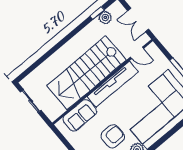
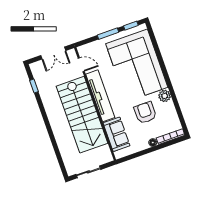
plant: (105, 18) -> (40, 81), removed
door: (137, 53) -> (81, 65), hinge flipped

